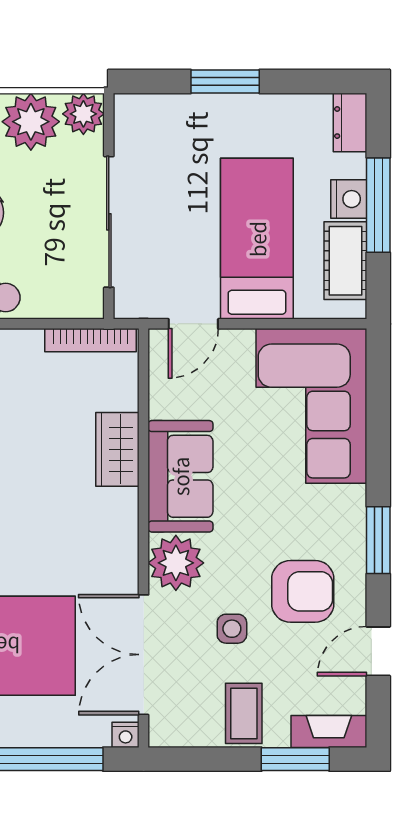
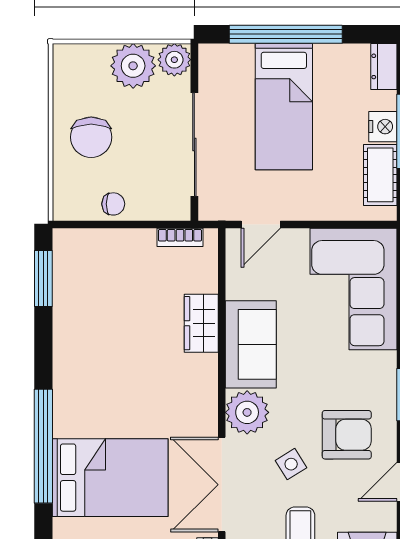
window: (225, 81) -> (286, 34), width x2.11
bed: (257, 239) -> (284, 107), moved, turned 180
bookcase: (91, 340) -> (180, 237), width x0.64
side table: (232, 629) -> (291, 464), turned -32

